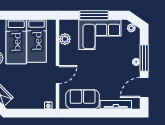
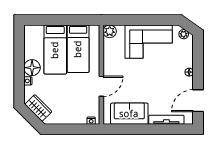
window: (94, 15) -> (142, 20), removed
plant: (65, 39) -> (110, 31), moved
window: (144, 58) -> (198, 68), removed

